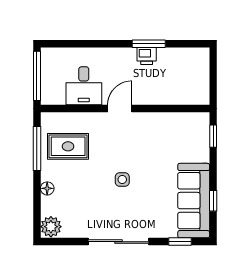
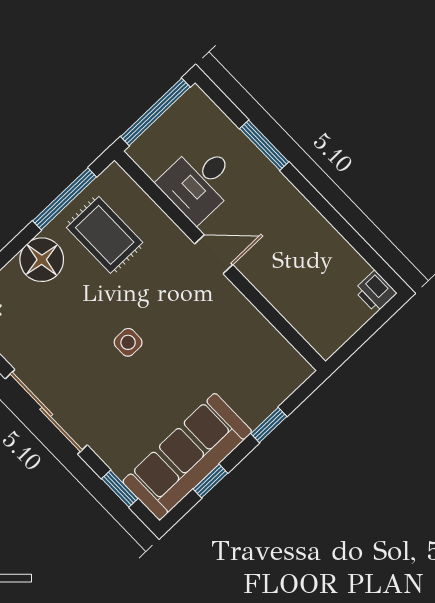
window: (149, 44) -> (264, 145), moved
printer: (147, 56) -> (375, 292), moved
window: (213, 136) -> (269, 425), moved
floor lamp: (47, 188) -> (42, 260), width x1.89, depth x1.89

